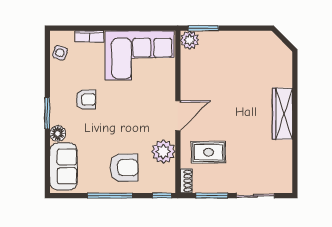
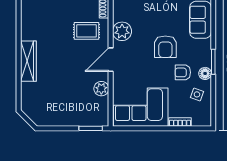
plant: (190, 40) -> (101, 89), moved
side table: (60, 53) -> (197, 94), moved
floor lamp: (58, 134) -> (205, 73), moved
armchair: (124, 168) -> (165, 47), moved, turned -90

